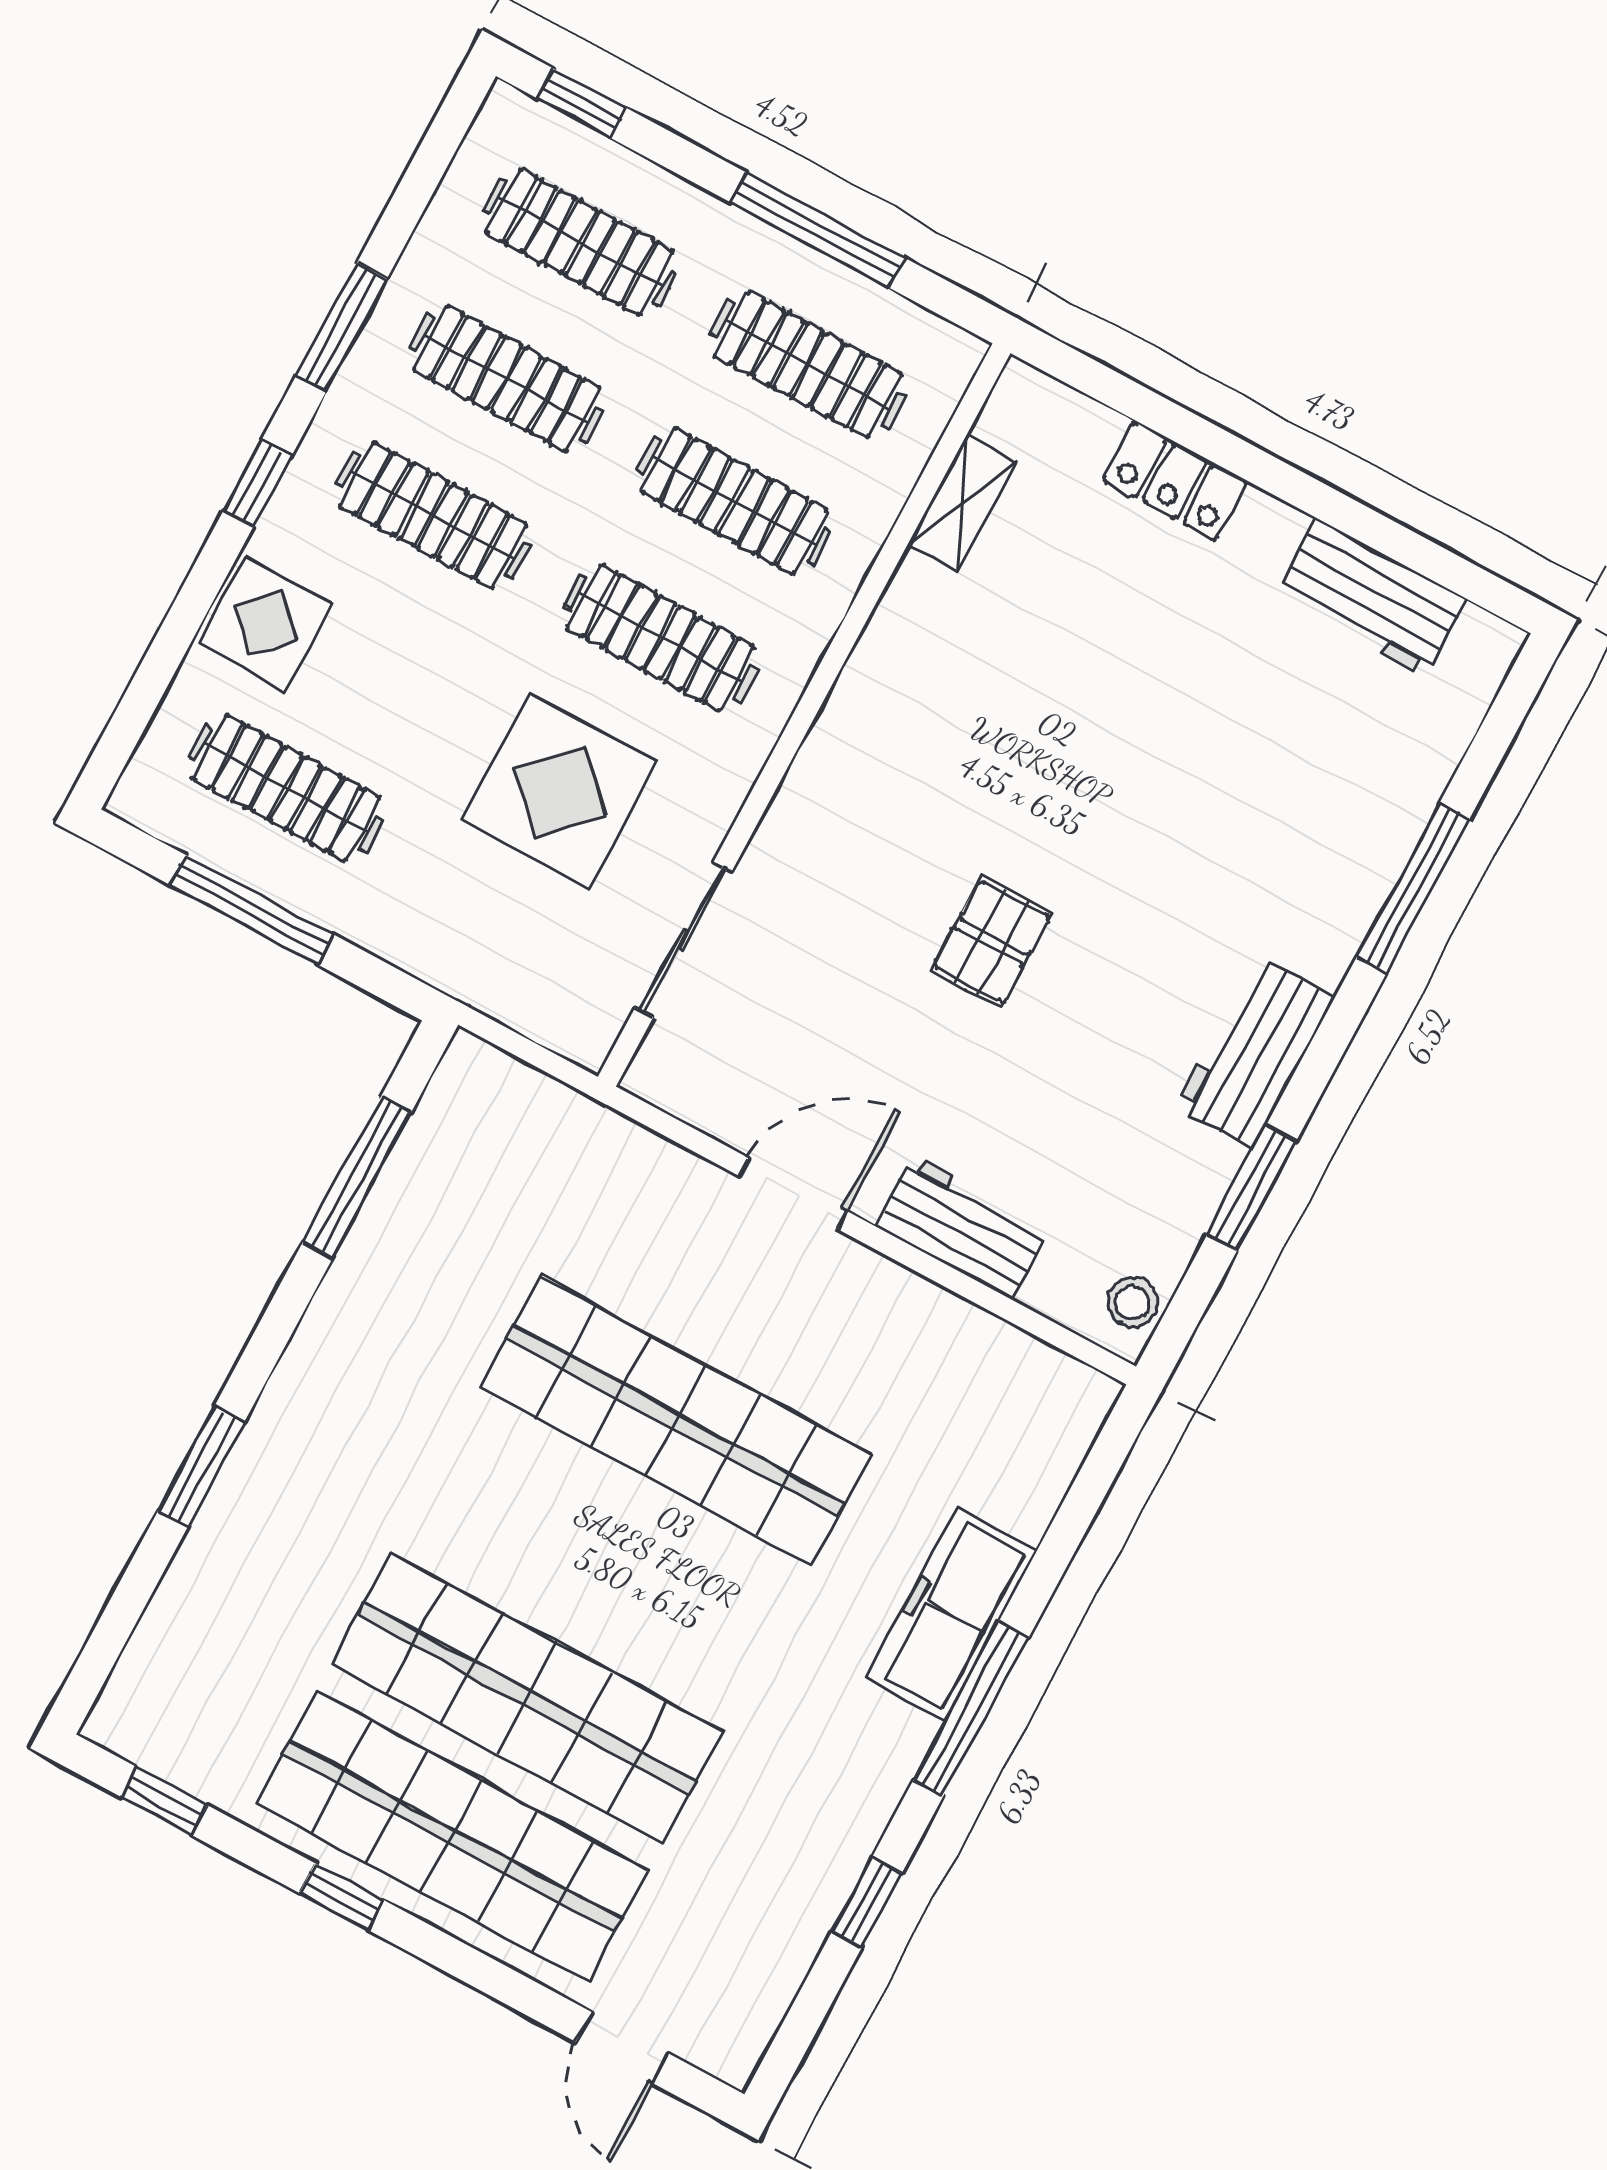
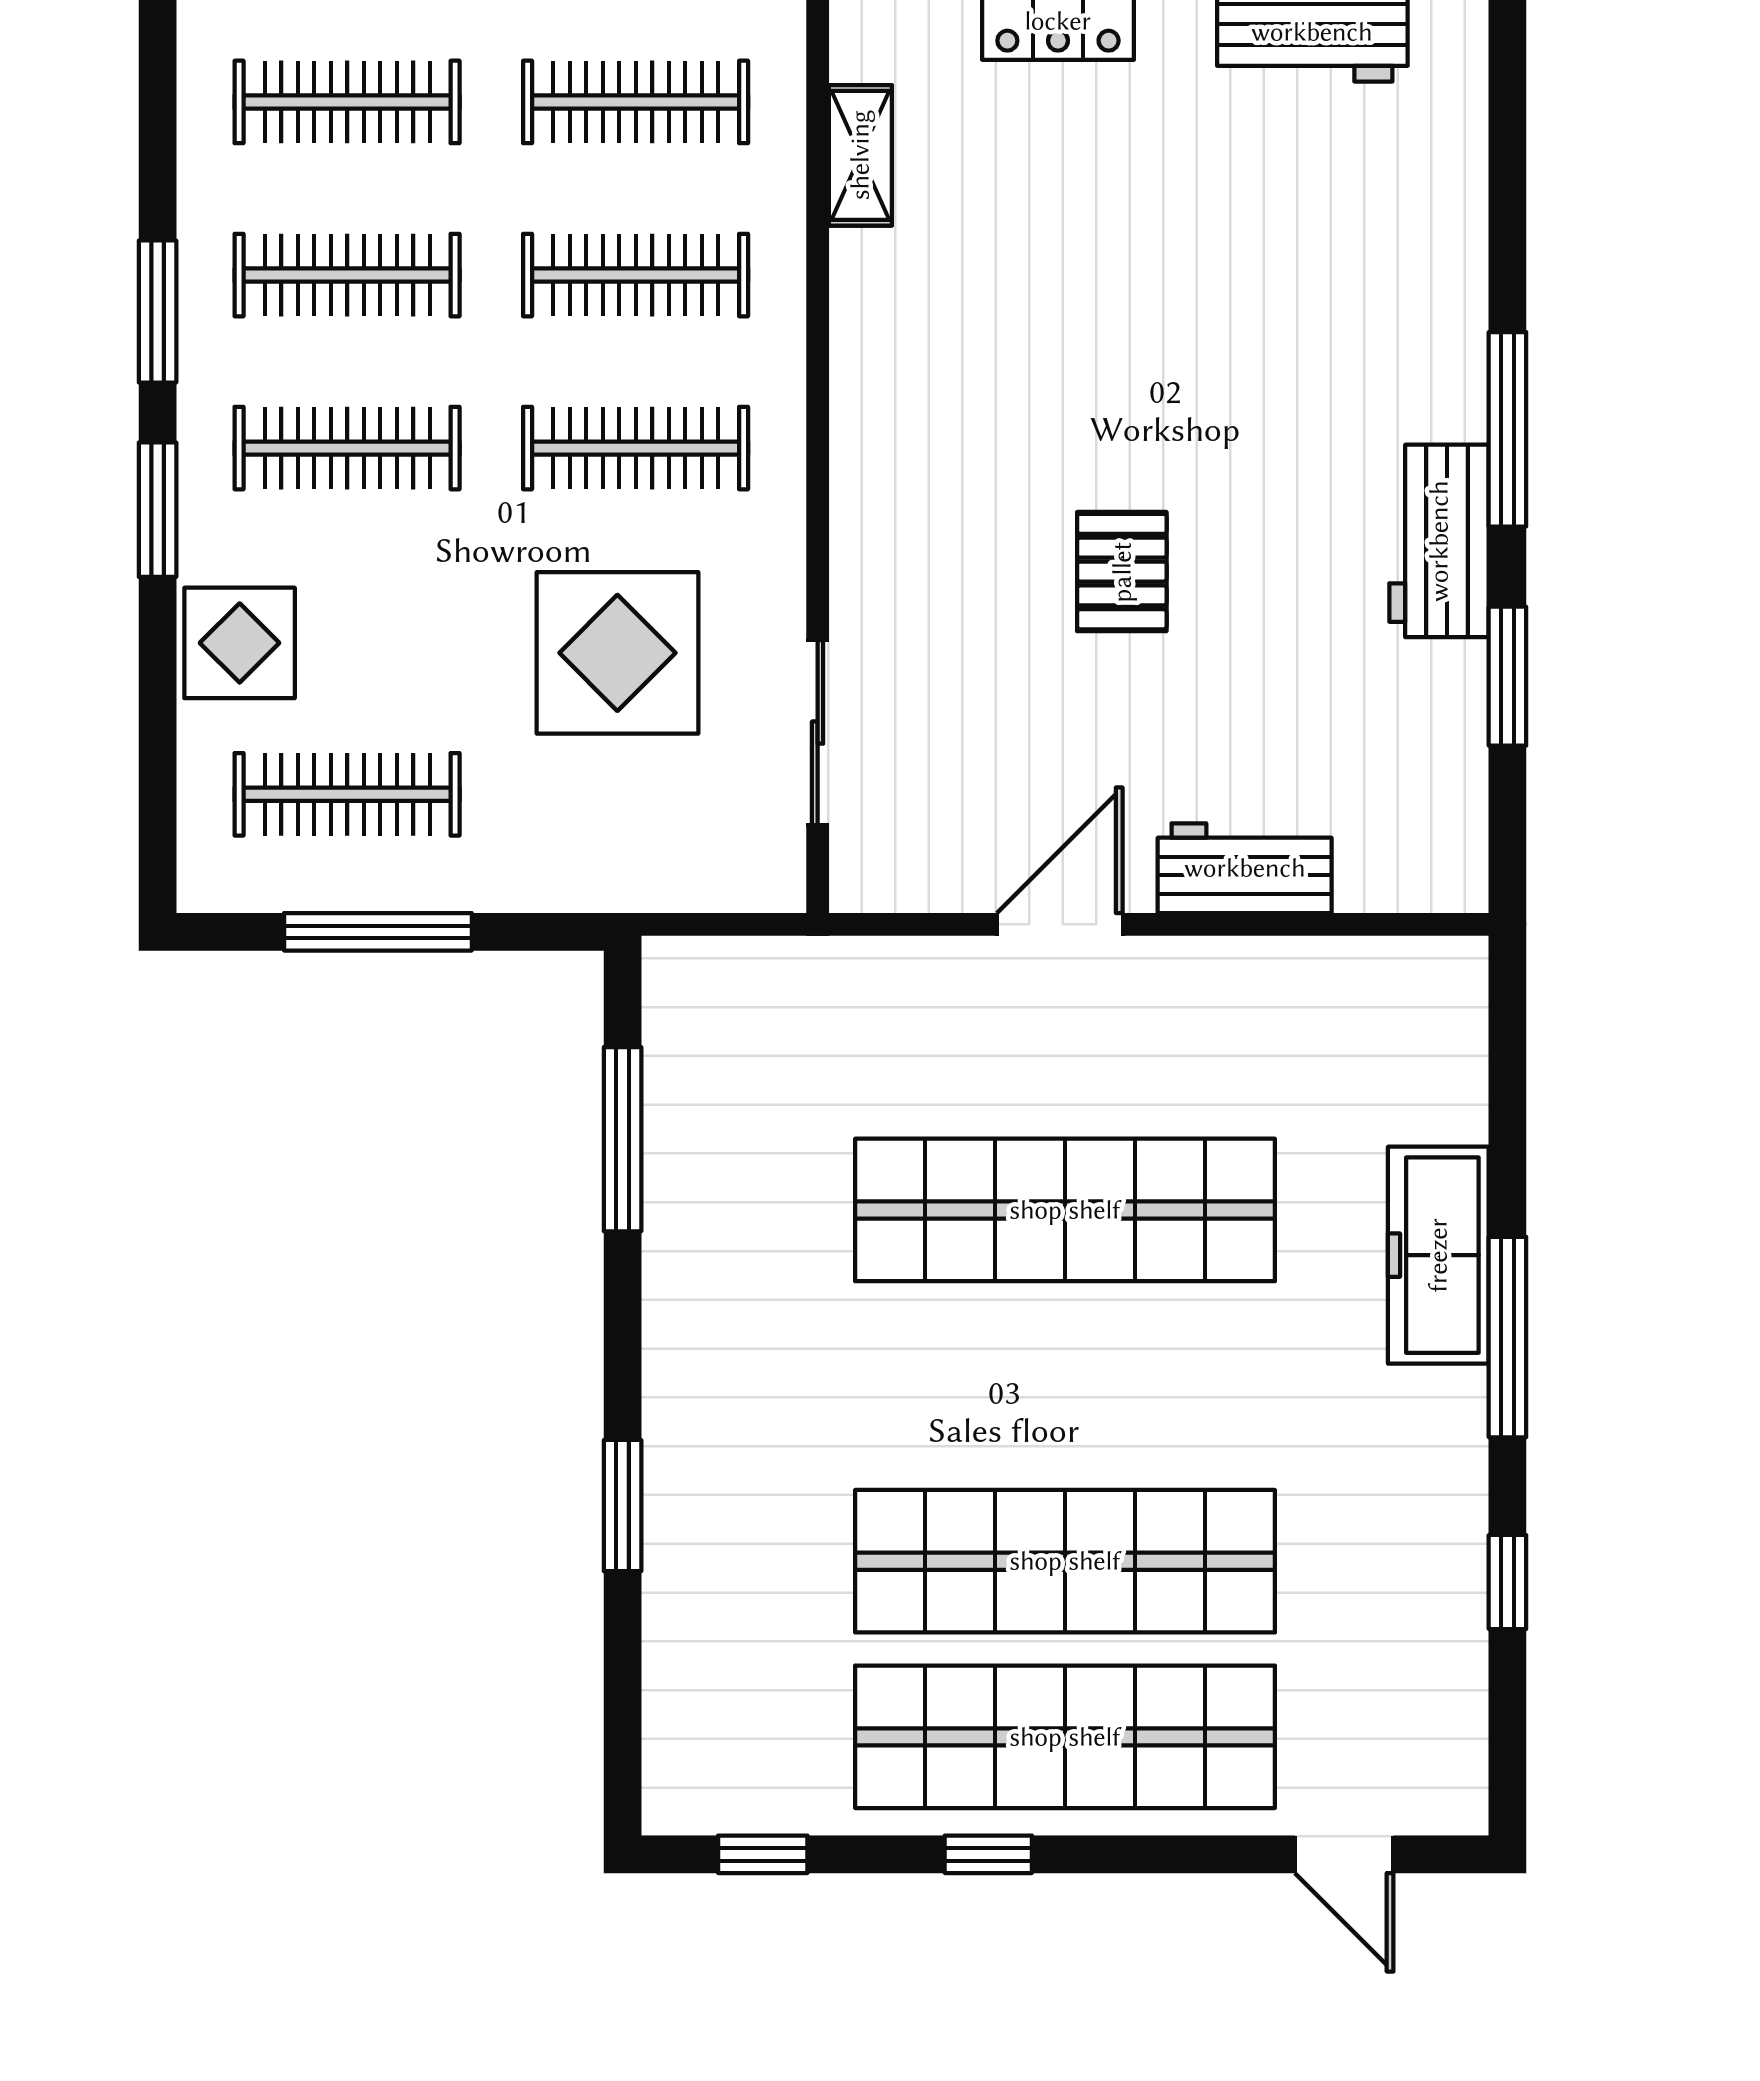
window: (257, 483) -> (158, 510), width x1.50
window: (1413, 888) -> (1507, 429), moved
stool: (1133, 1302) -> (1451, 851), removed

